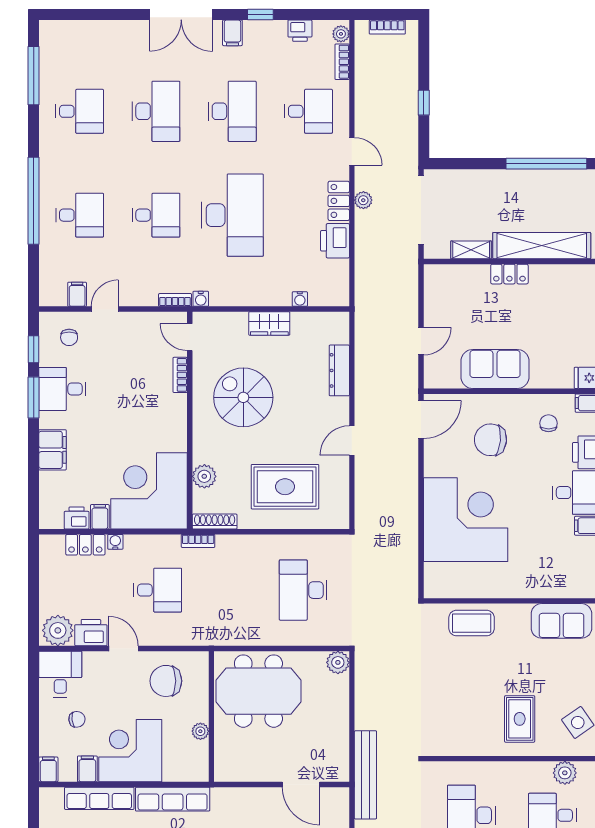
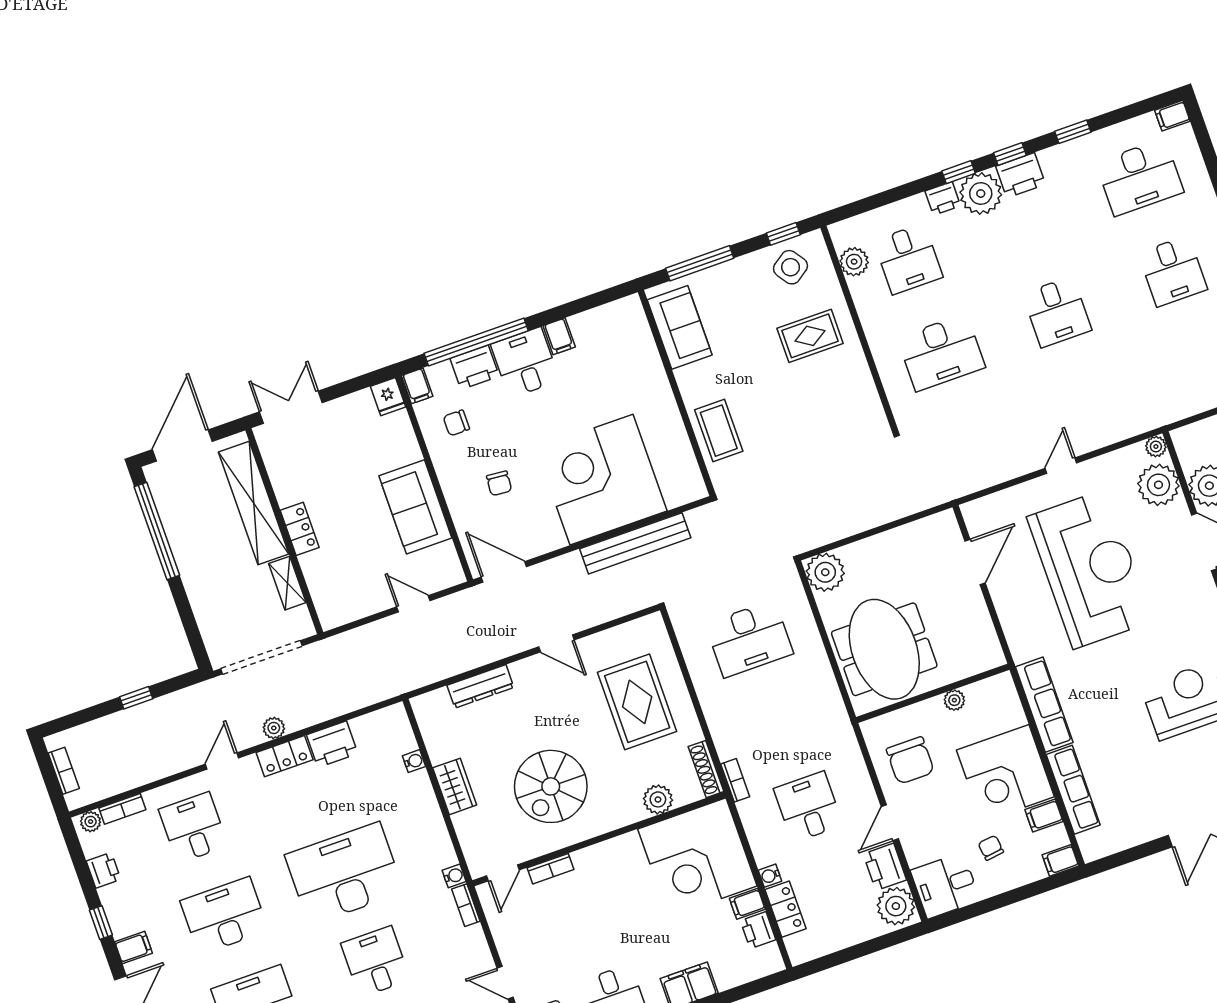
chair: (491, 440) -> (499, 483), width x0.54, depth x0.54
plant: (338, 662) -> (825, 572), width x1.36, depth x1.36
bench: (365, 775) -> (635, 543), moved

